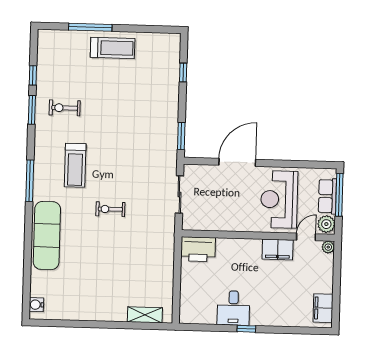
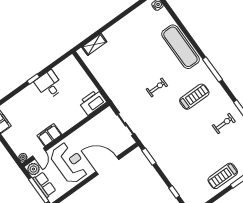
door: (237, 162) -> (107, 166), swing flipped
treadmill: (75, 165) -> (194, 97), turned 90

